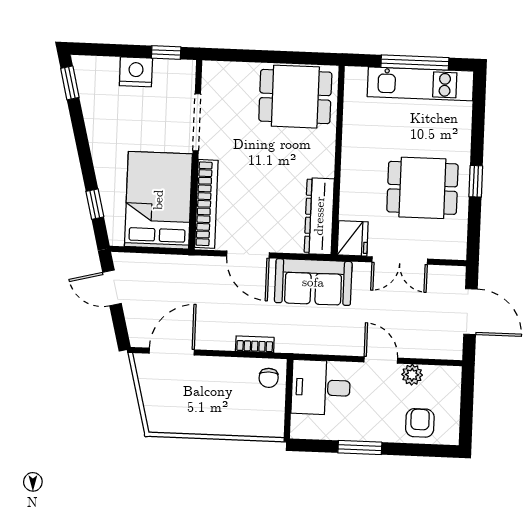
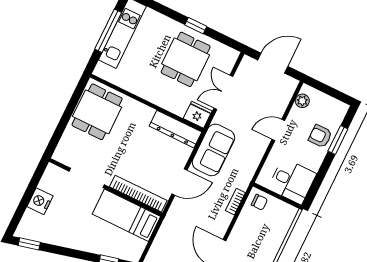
window: (166, 52) -> (36, 178), removed
bed: (158, 200) -> (126, 215), width x0.67
double door: (400, 261) -> (223, 92), swing flipped
plant: (412, 375) -> (302, 101), moved
desk: (321, 387) -> (292, 181), moved, turned -90
armchair: (420, 423) -> (320, 136), moved
window: (360, 448) -> (338, 140), moved

